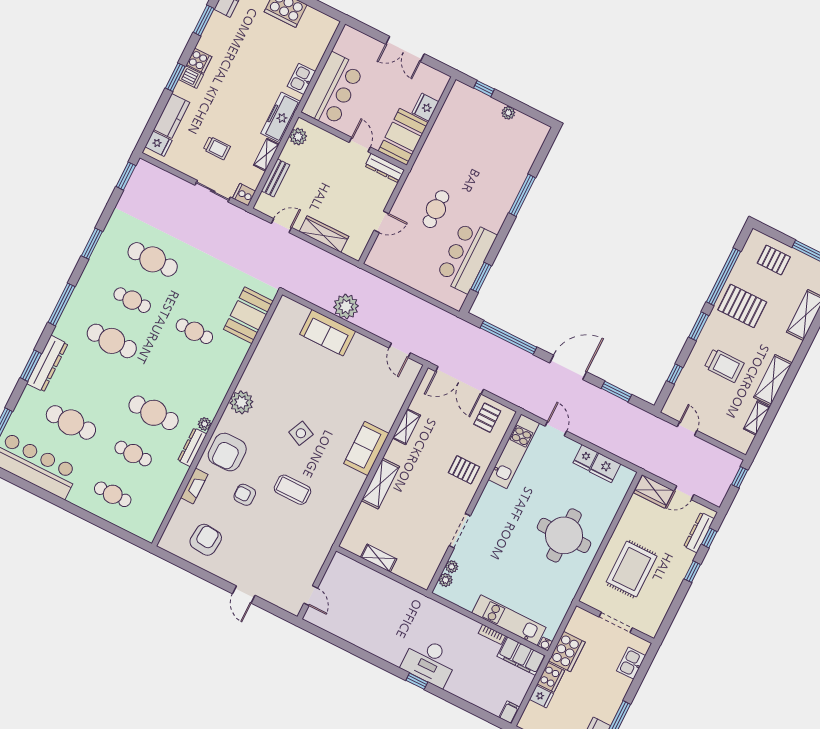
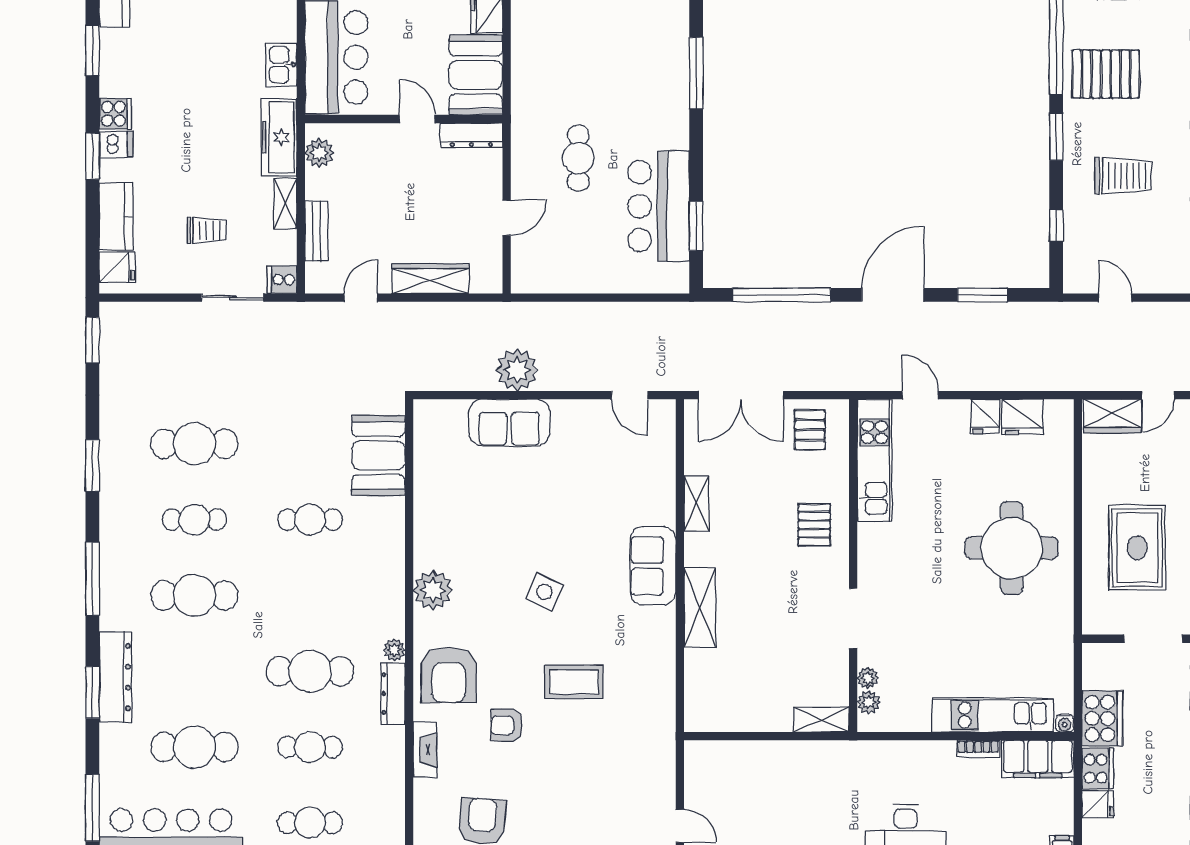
pallet: (464, 470) -> (814, 525), turned 90
shelving: (379, 558) -> (821, 720), moved

